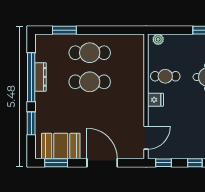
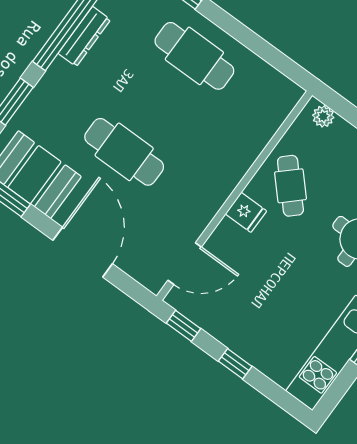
cafe table: (165, 76) -> (290, 186), turned 47
cafe table: (90, 82) -> (124, 152), moved

